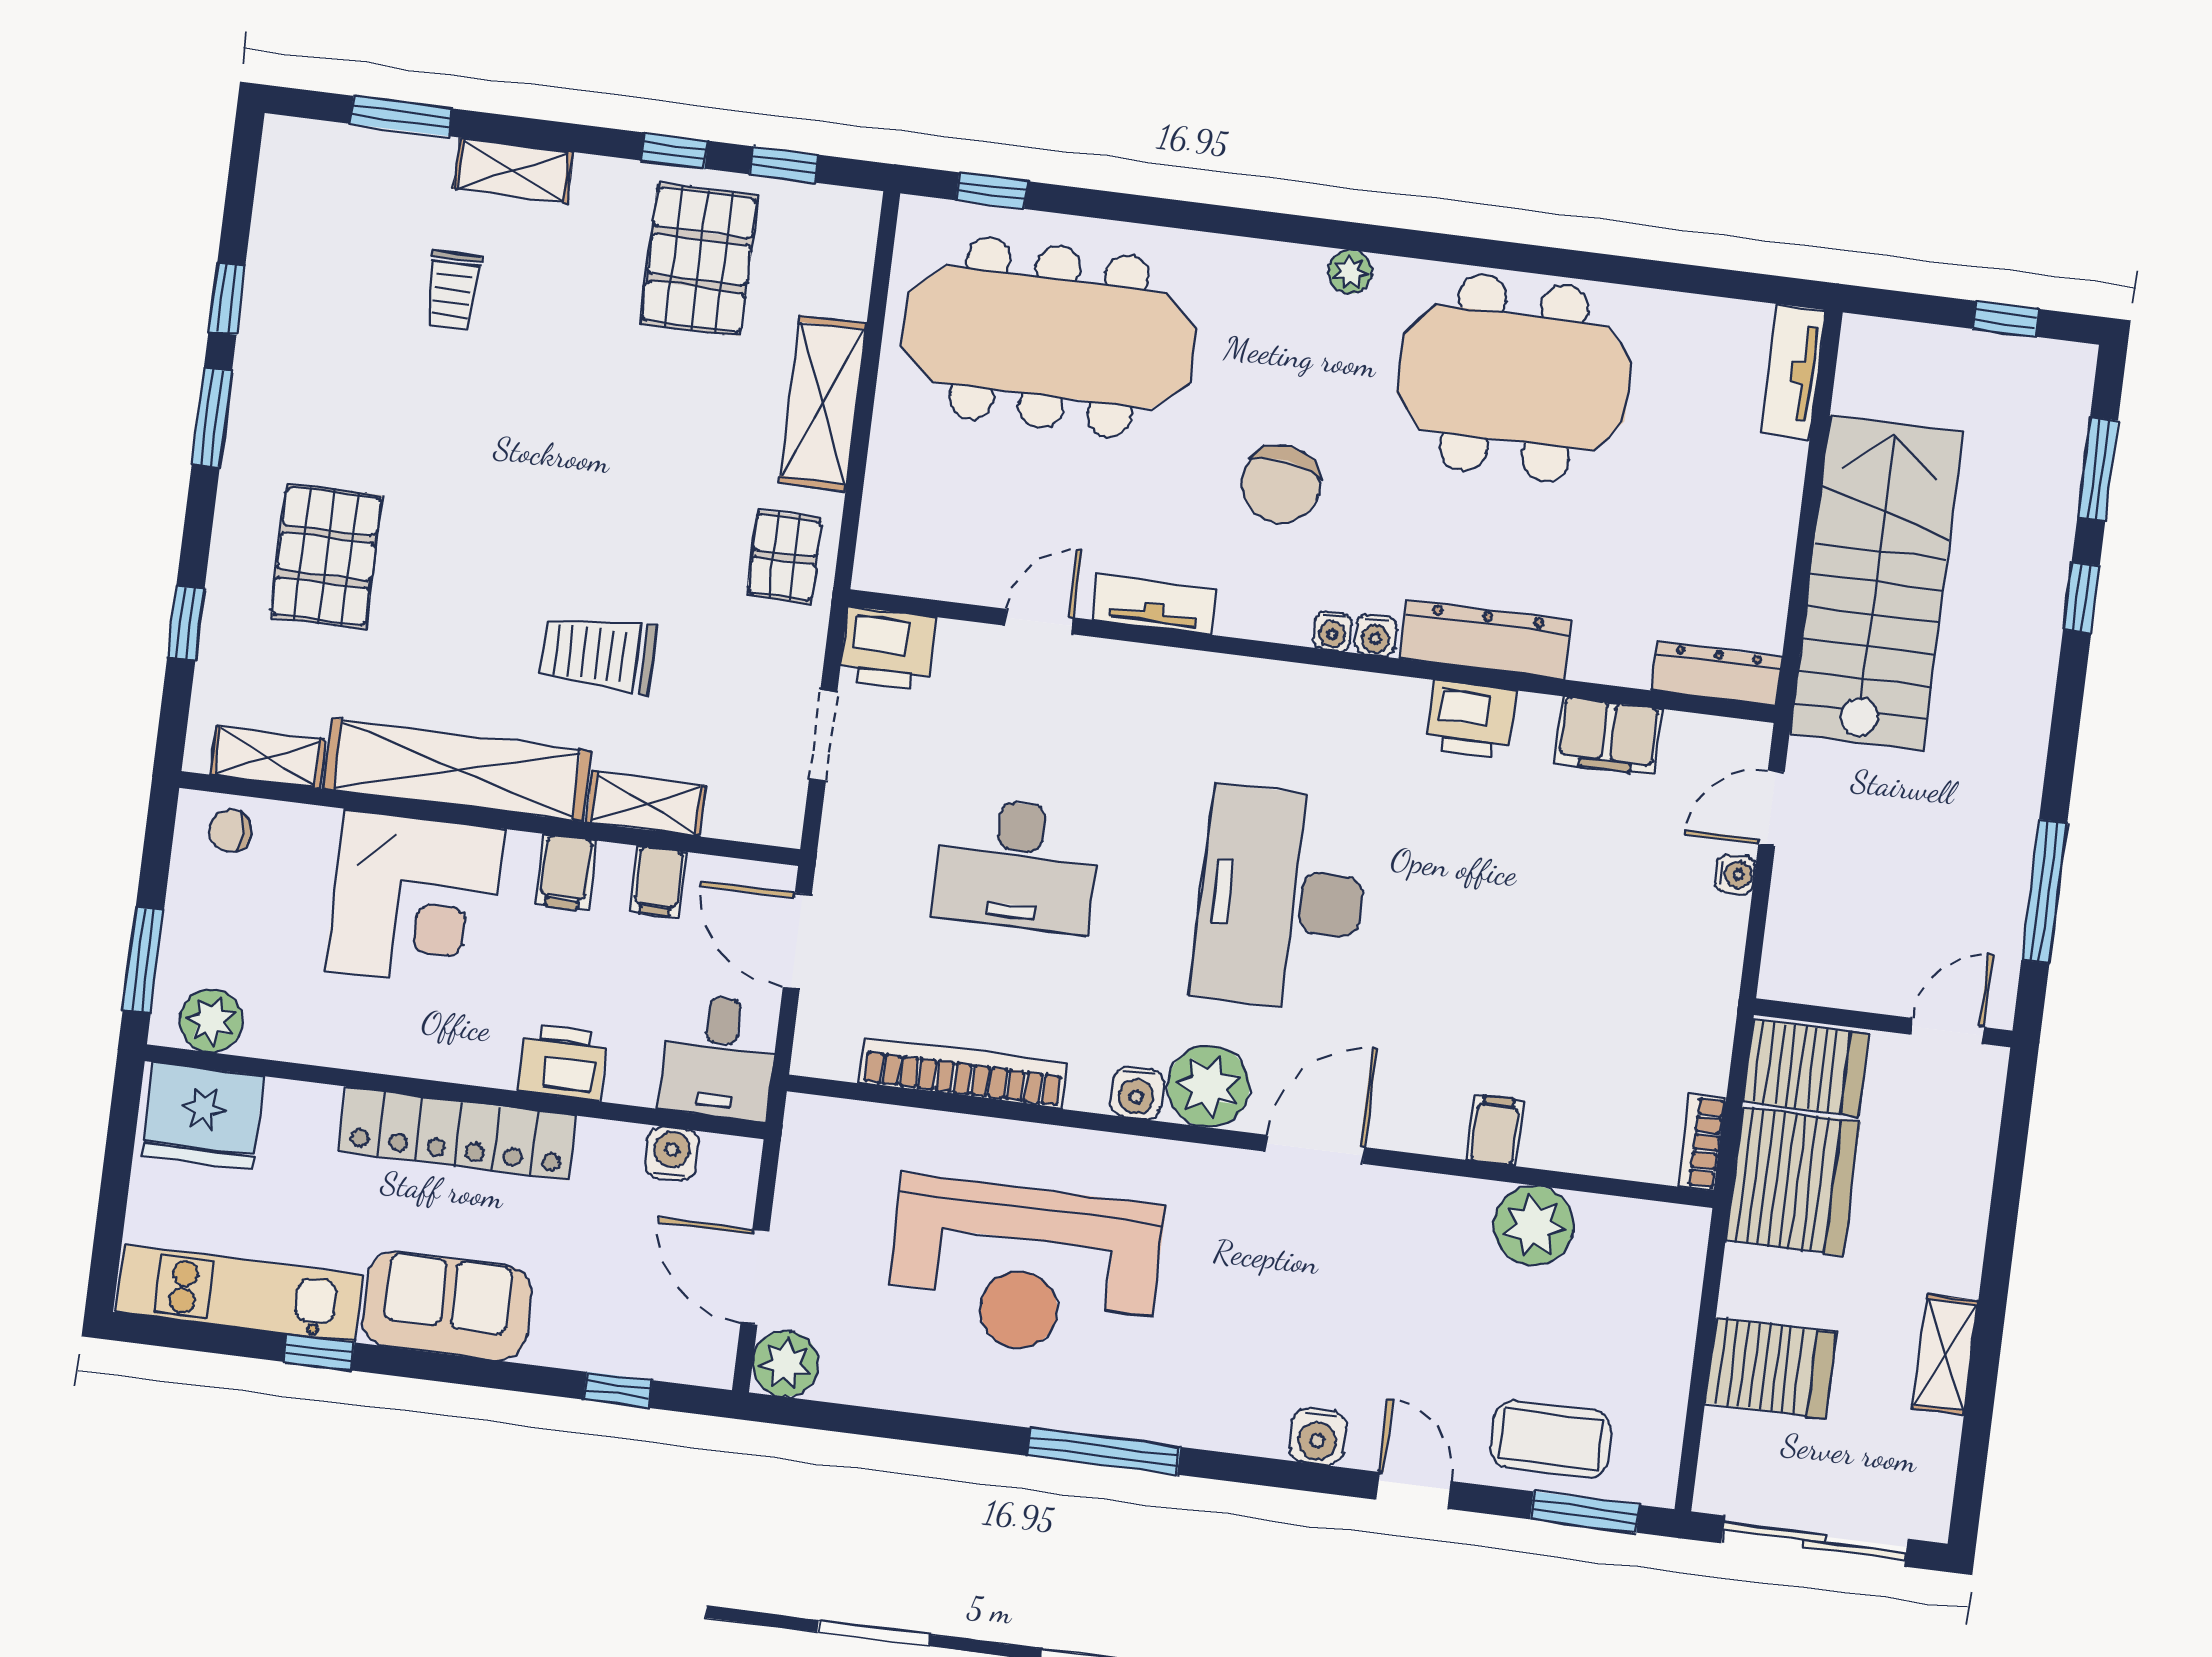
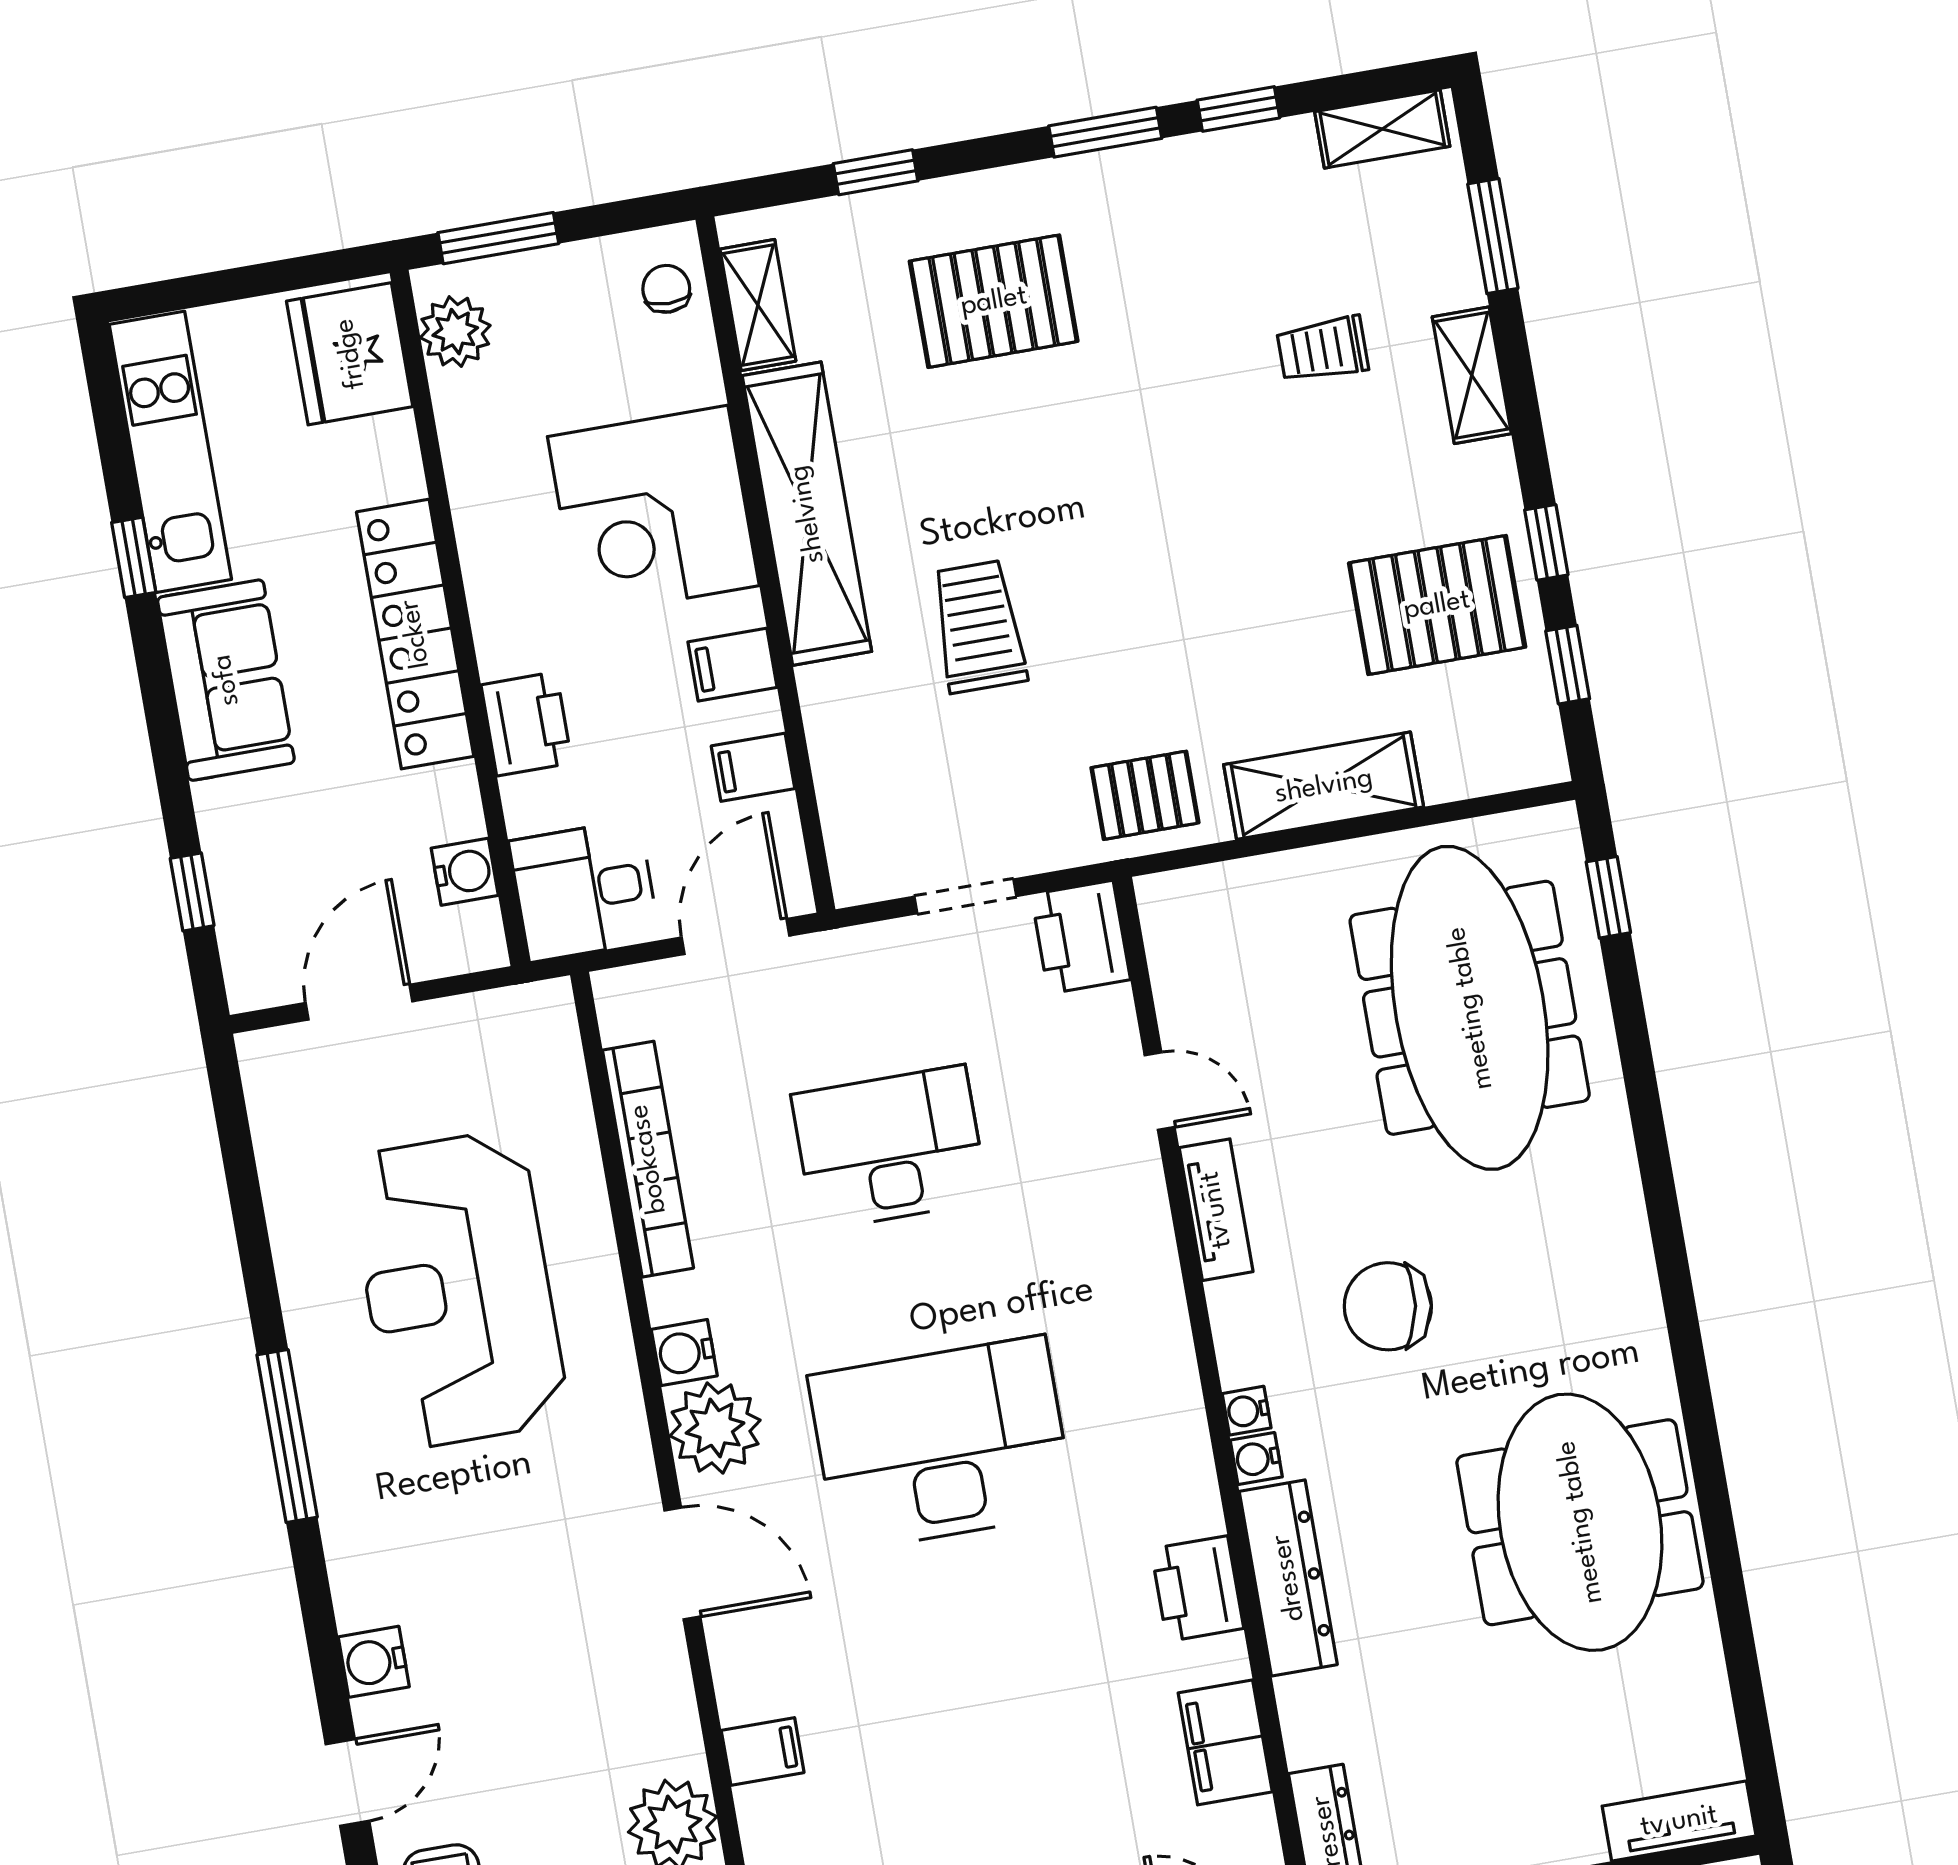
plant: (1350, 272) -> (1640, 1311), removed
shelving: (646, 804) -> (1382, 129), moved, turned 90
desk: (1017, 865) -> (890, 1148), turned 90
plant: (785, 1364) -> (276, 1064), removed

